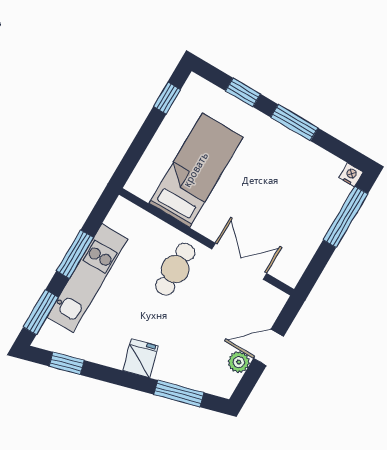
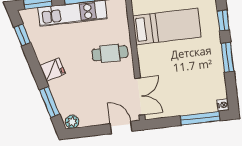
double door: (239, 261) -> (140, 96), moved
door: (269, 347) -> (121, 127), moved
plant: (239, 362) -> (72, 122), moved

